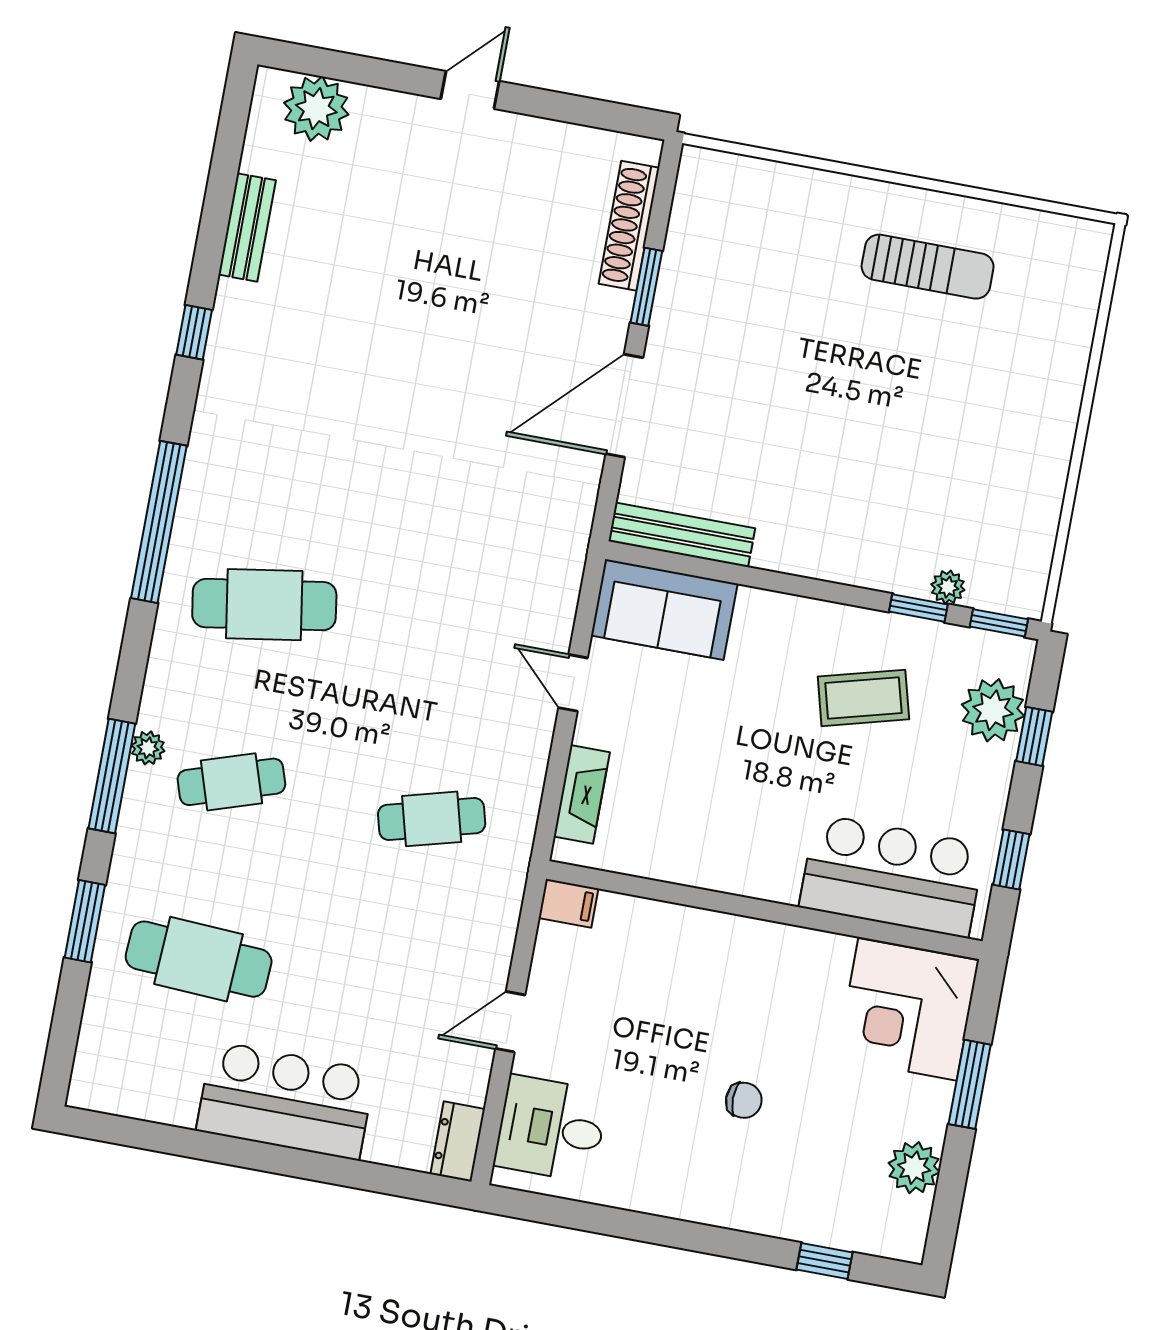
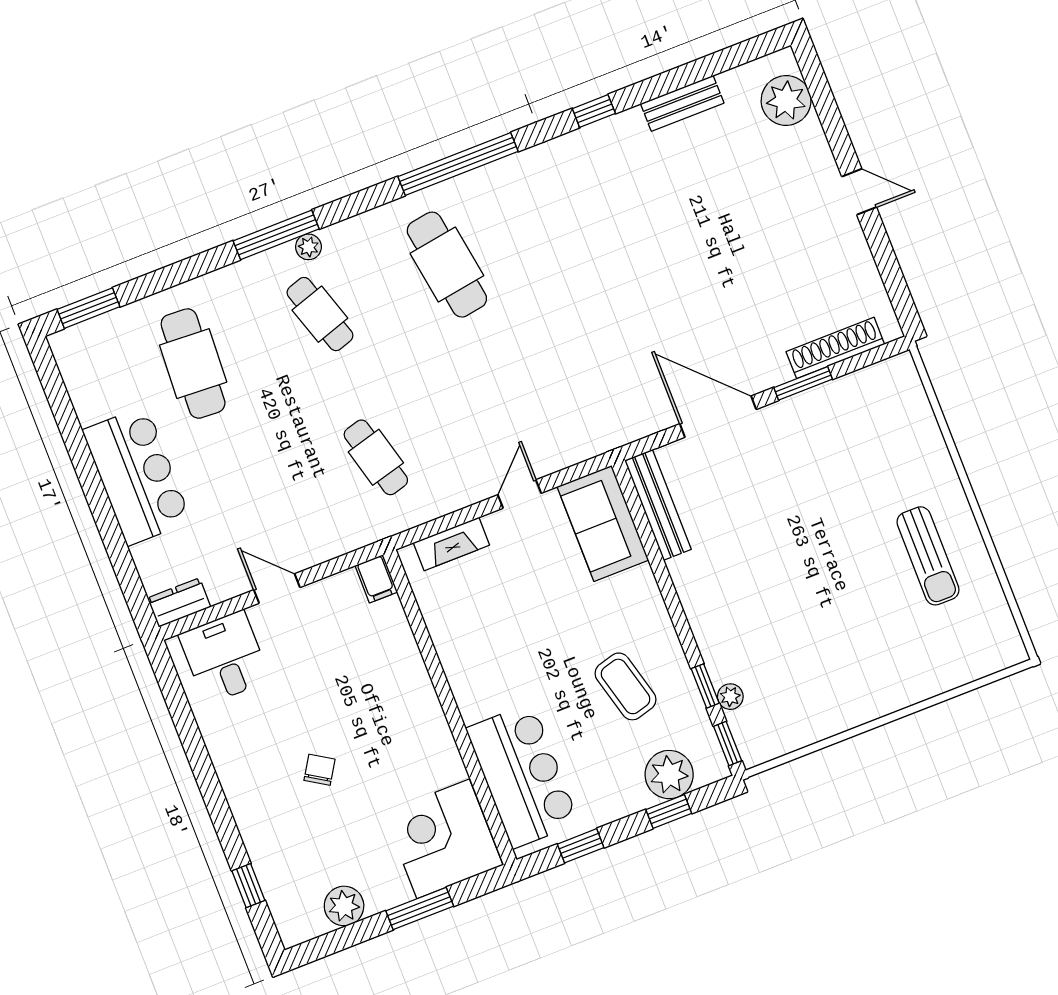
window: (85, 921) -> (88, 308), moved
chair: (744, 1100) -> (319, 770), turned -148

